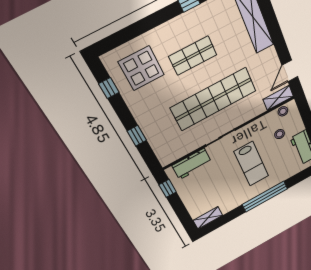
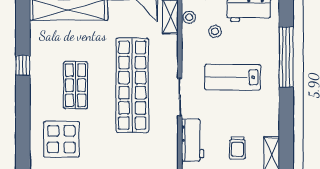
lab bench: (251, 164) -> (233, 77), turned 180
trolley: (201, 195) -> (237, 148), added
window: (265, 197) -> (286, 57), moved

